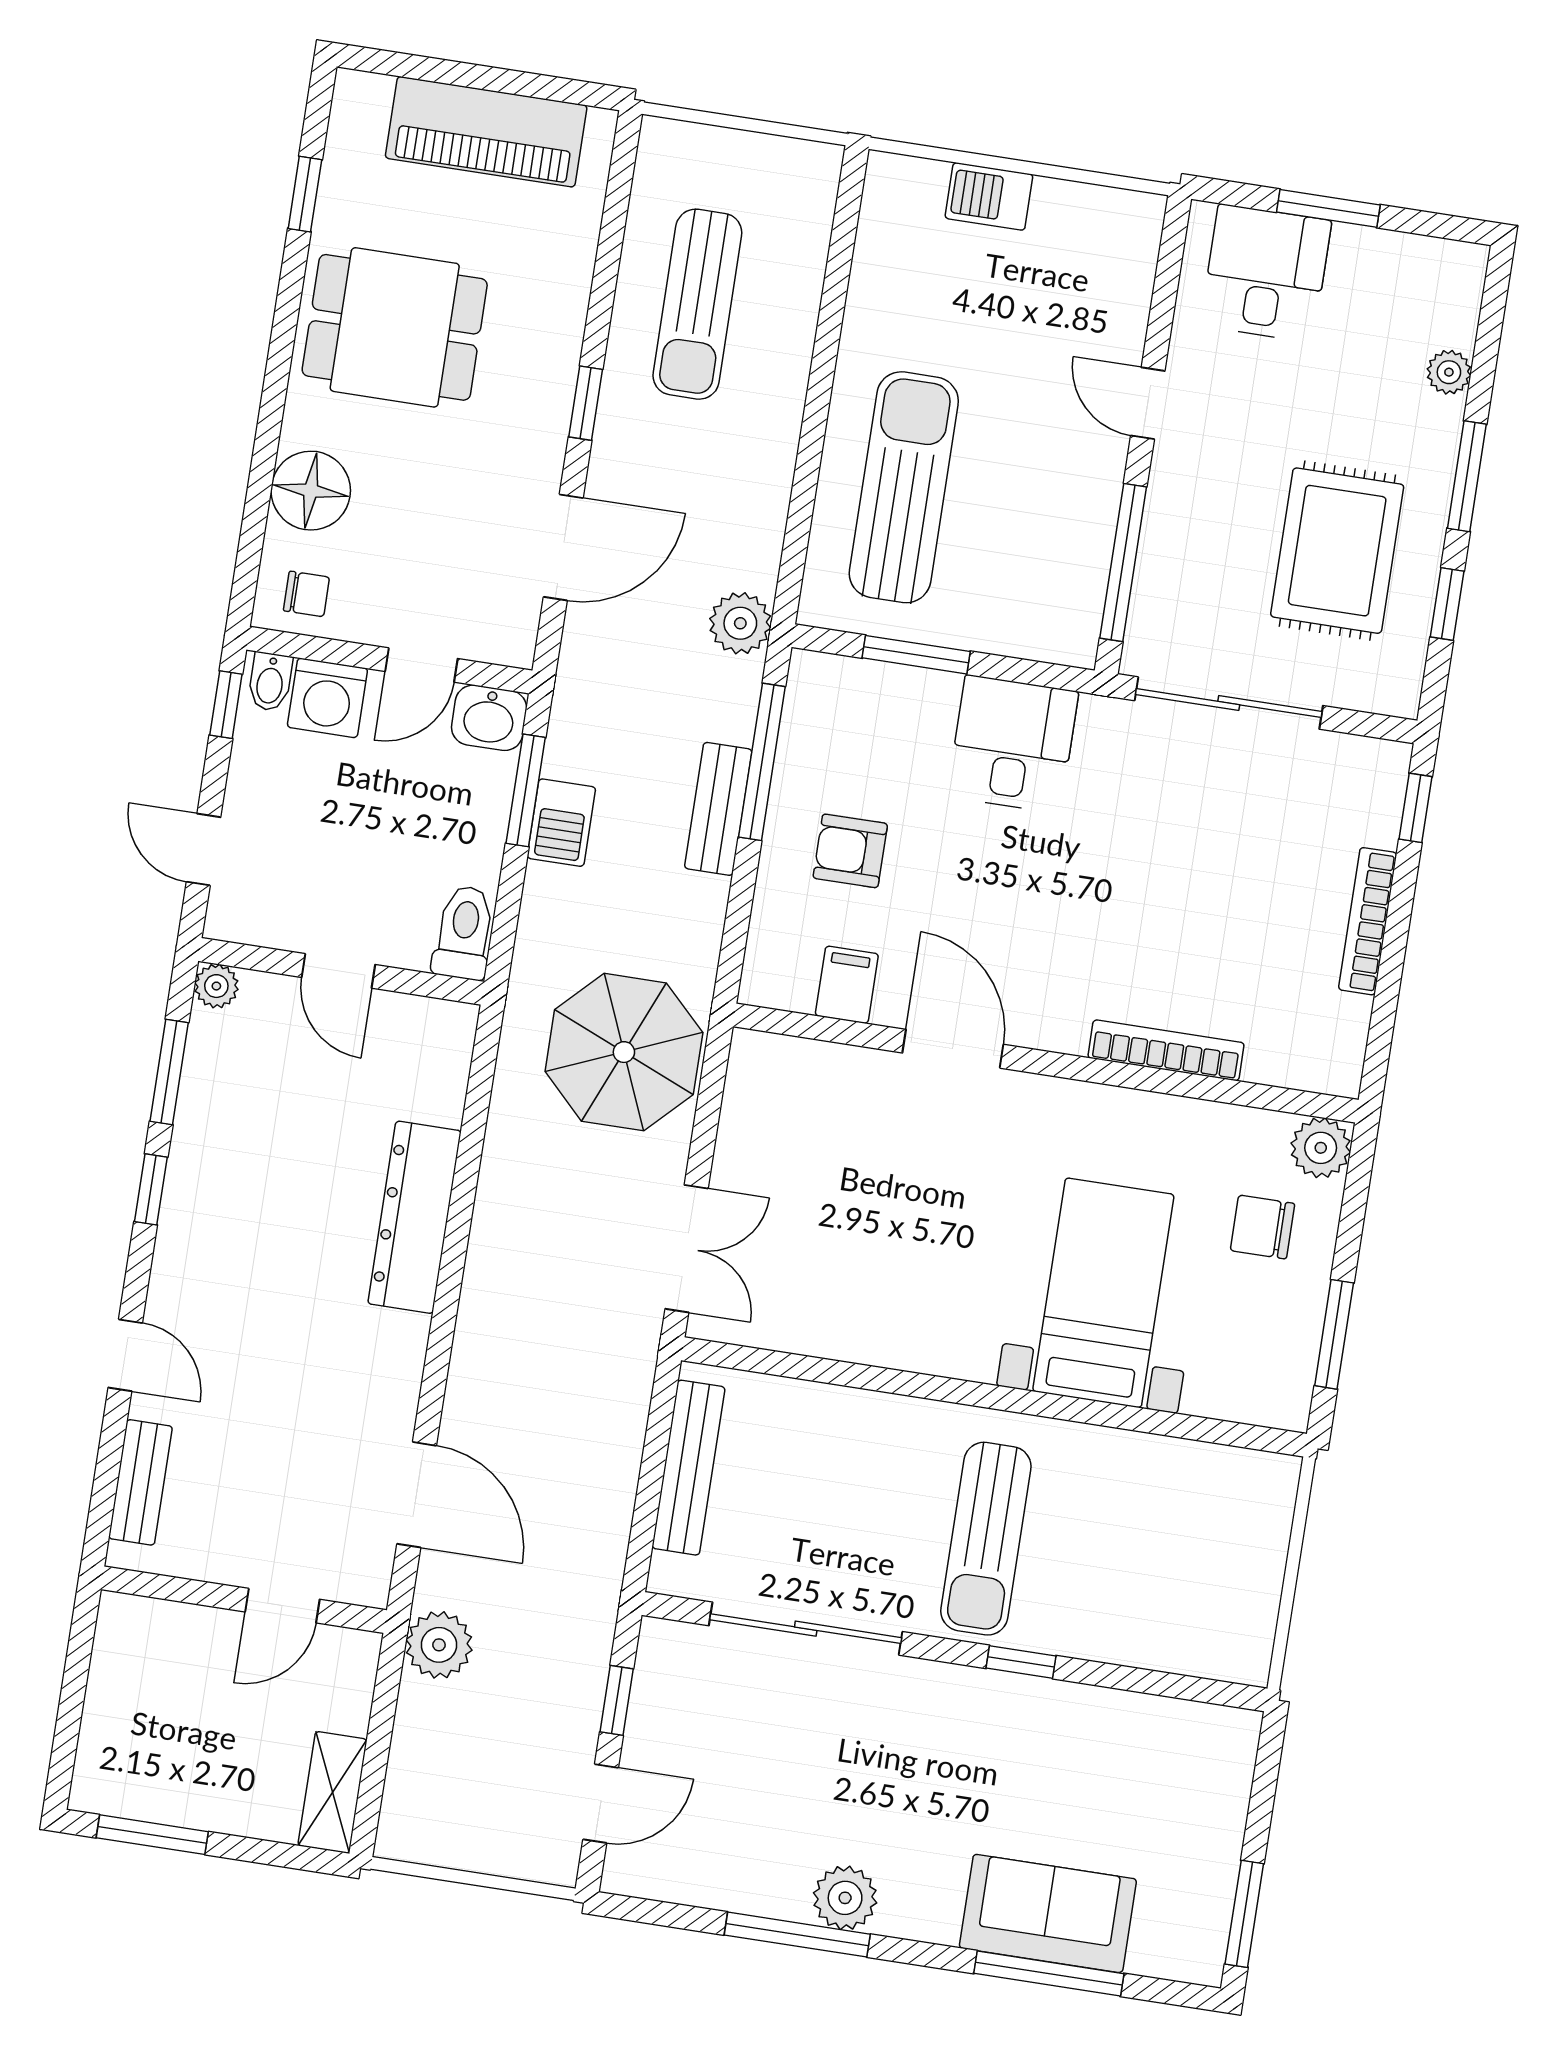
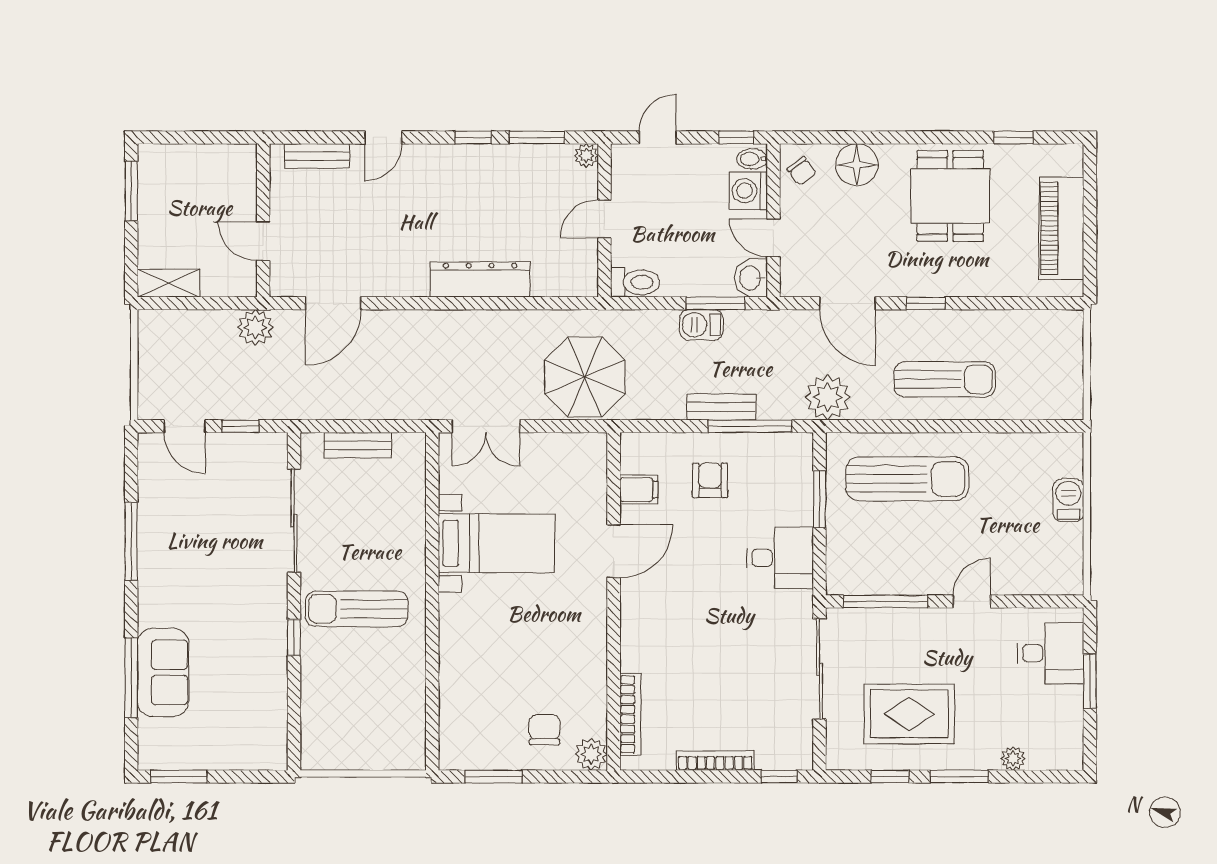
sun lounger: (697, 304) -> (945, 379), moved, turned 180
chair: (306, 594) -> (802, 171), turned -37
plant: (740, 623) -> (828, 397), width x1.36, depth x1.36
bookcase: (1166, 1050) -> (630, 714), moved
bed with nightstands: (1103, 1293) -> (497, 543), moved
bench: (688, 1468) -> (358, 445), width x0.73
plant: (845, 1898) -> (155, 564), removed

